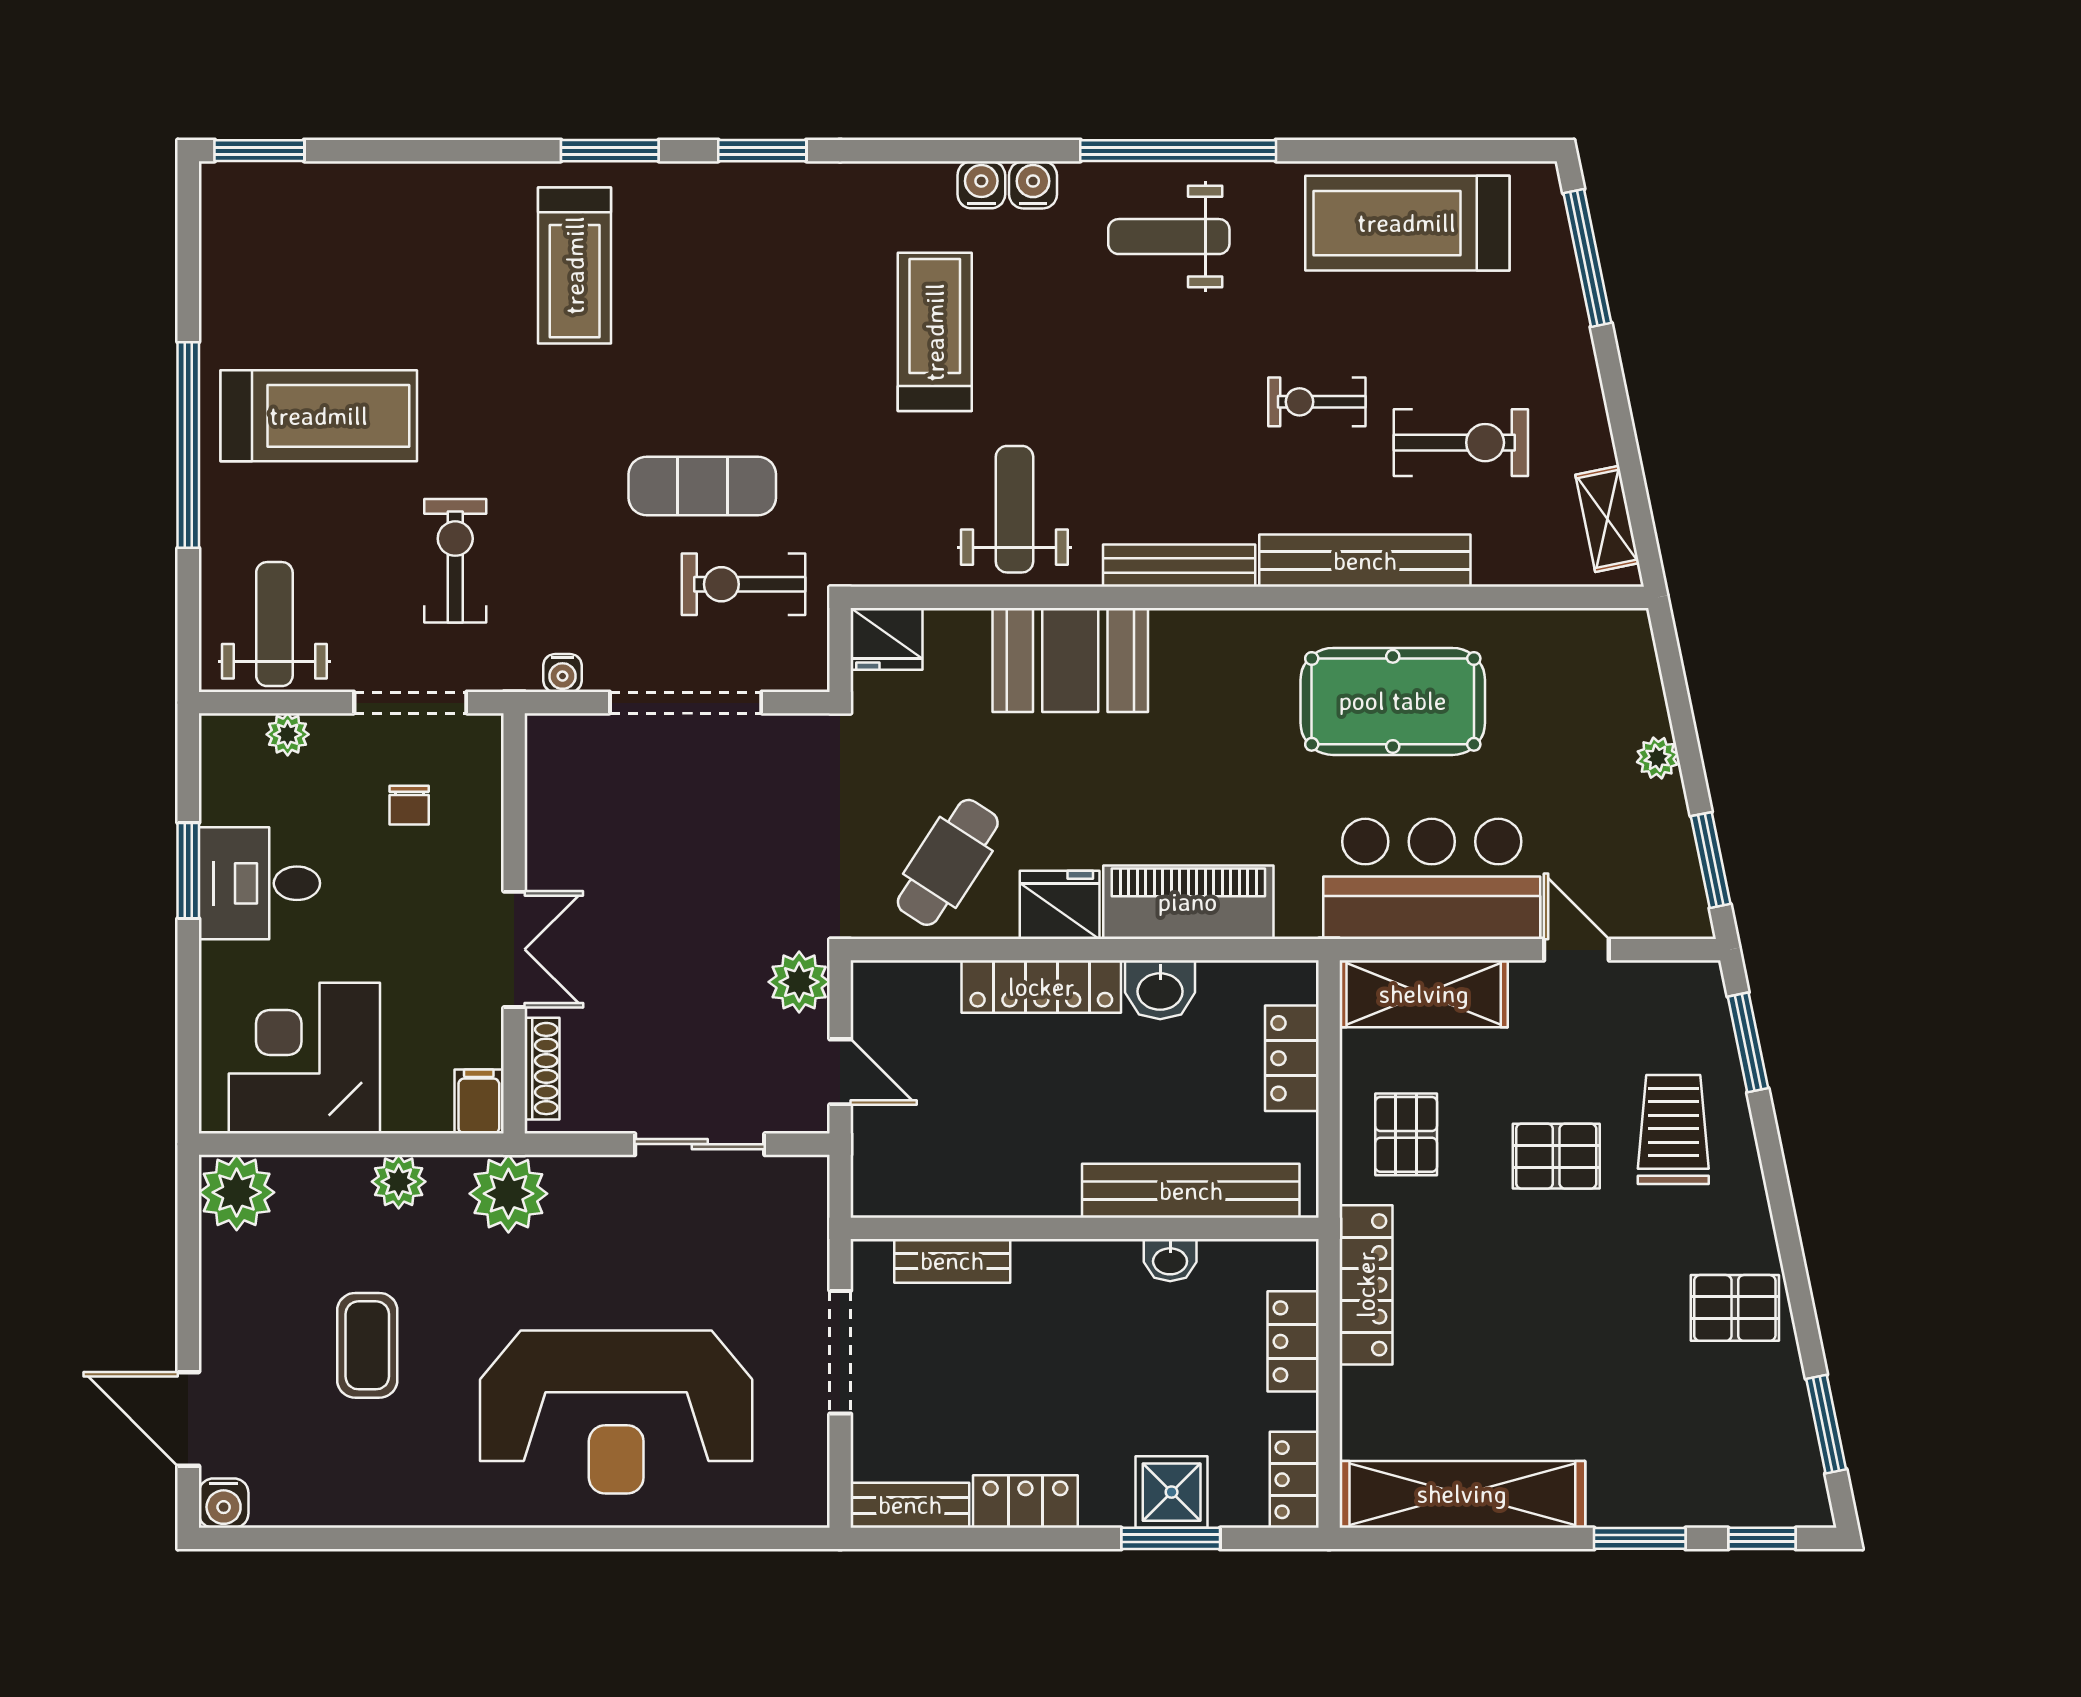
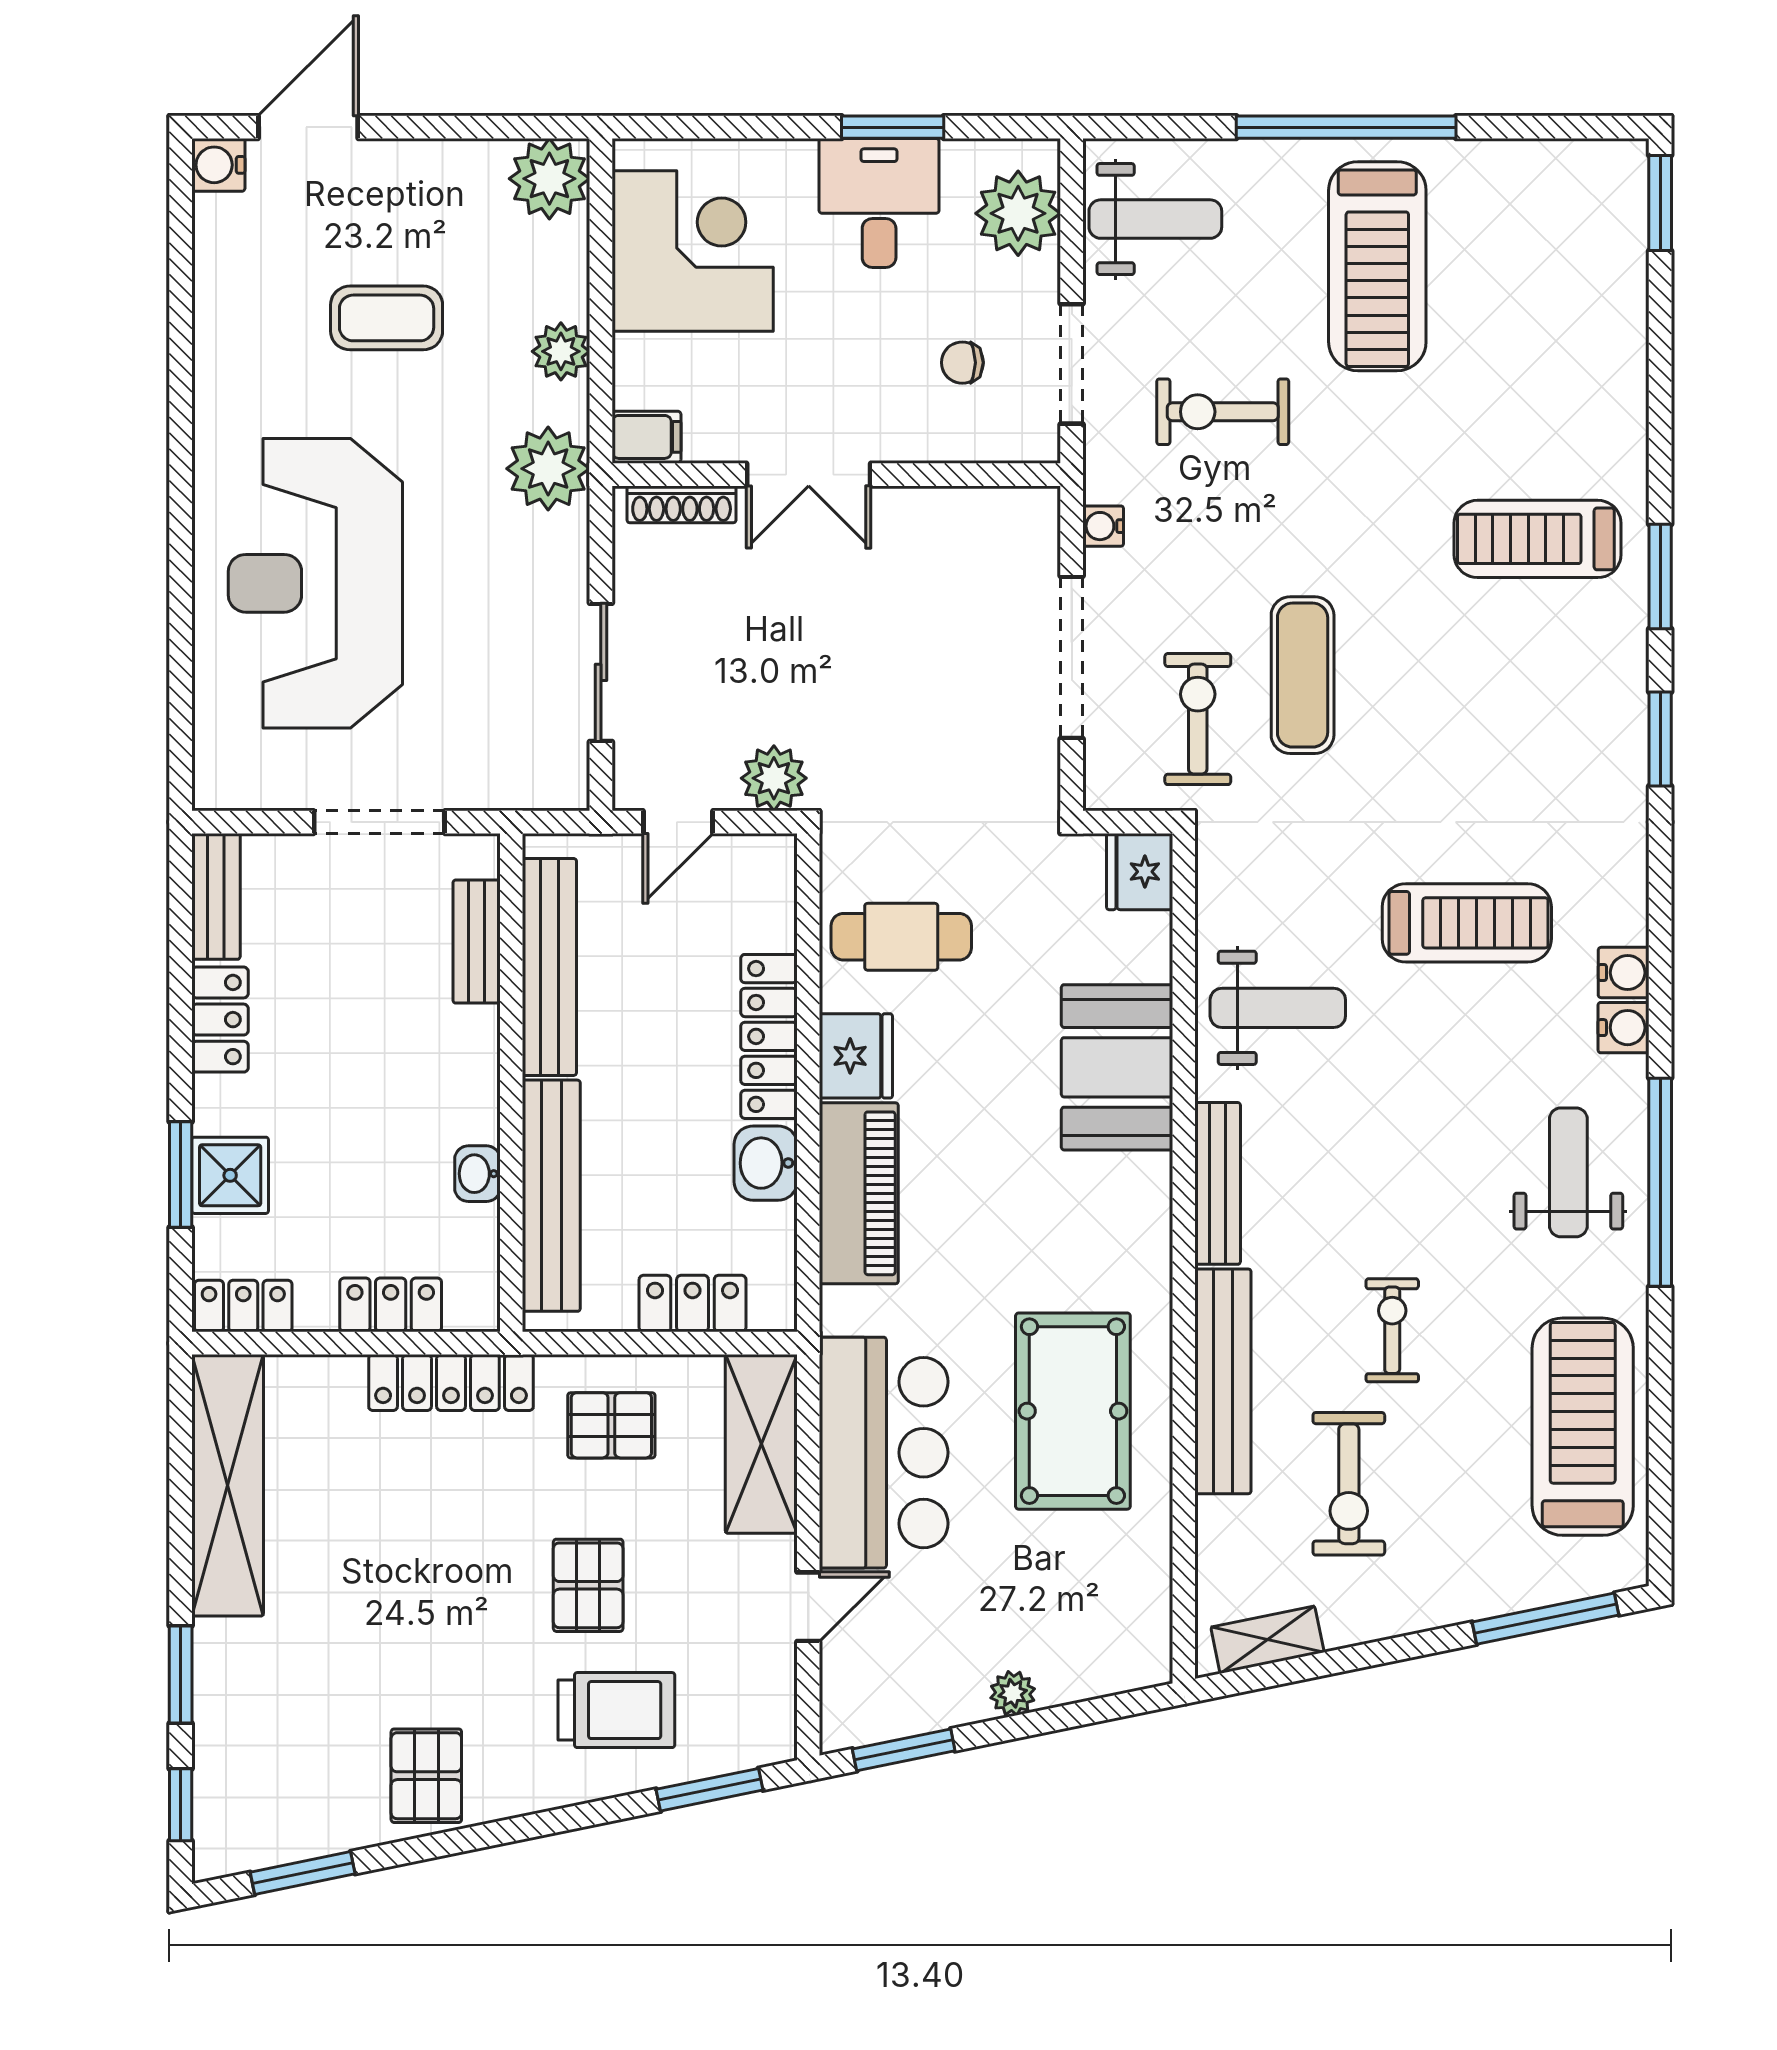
exercise bike: (455, 561) -> (1223, 412), turned 180
plant: (288, 734) -> (1018, 213), width x1.88, depth x1.88
cafe table: (948, 862) -> (901, 937), turned -33
bench: (976, 1192) -> (549, 967), added

